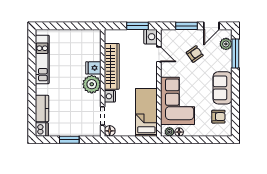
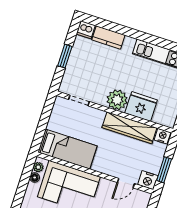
fridge: (93, 68) -> (141, 106), width x1.88, depth x1.34
nightstand: (110, 96) -> (162, 136), moved
floor lamp: (110, 131) -> (60, 103), removed

